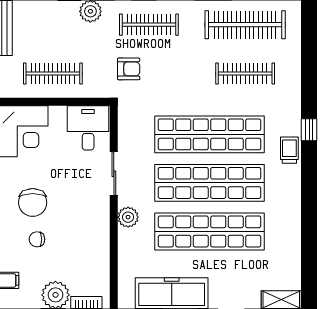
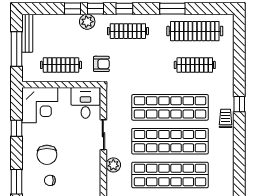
armchair: (129, 69) -> (101, 64), moved

